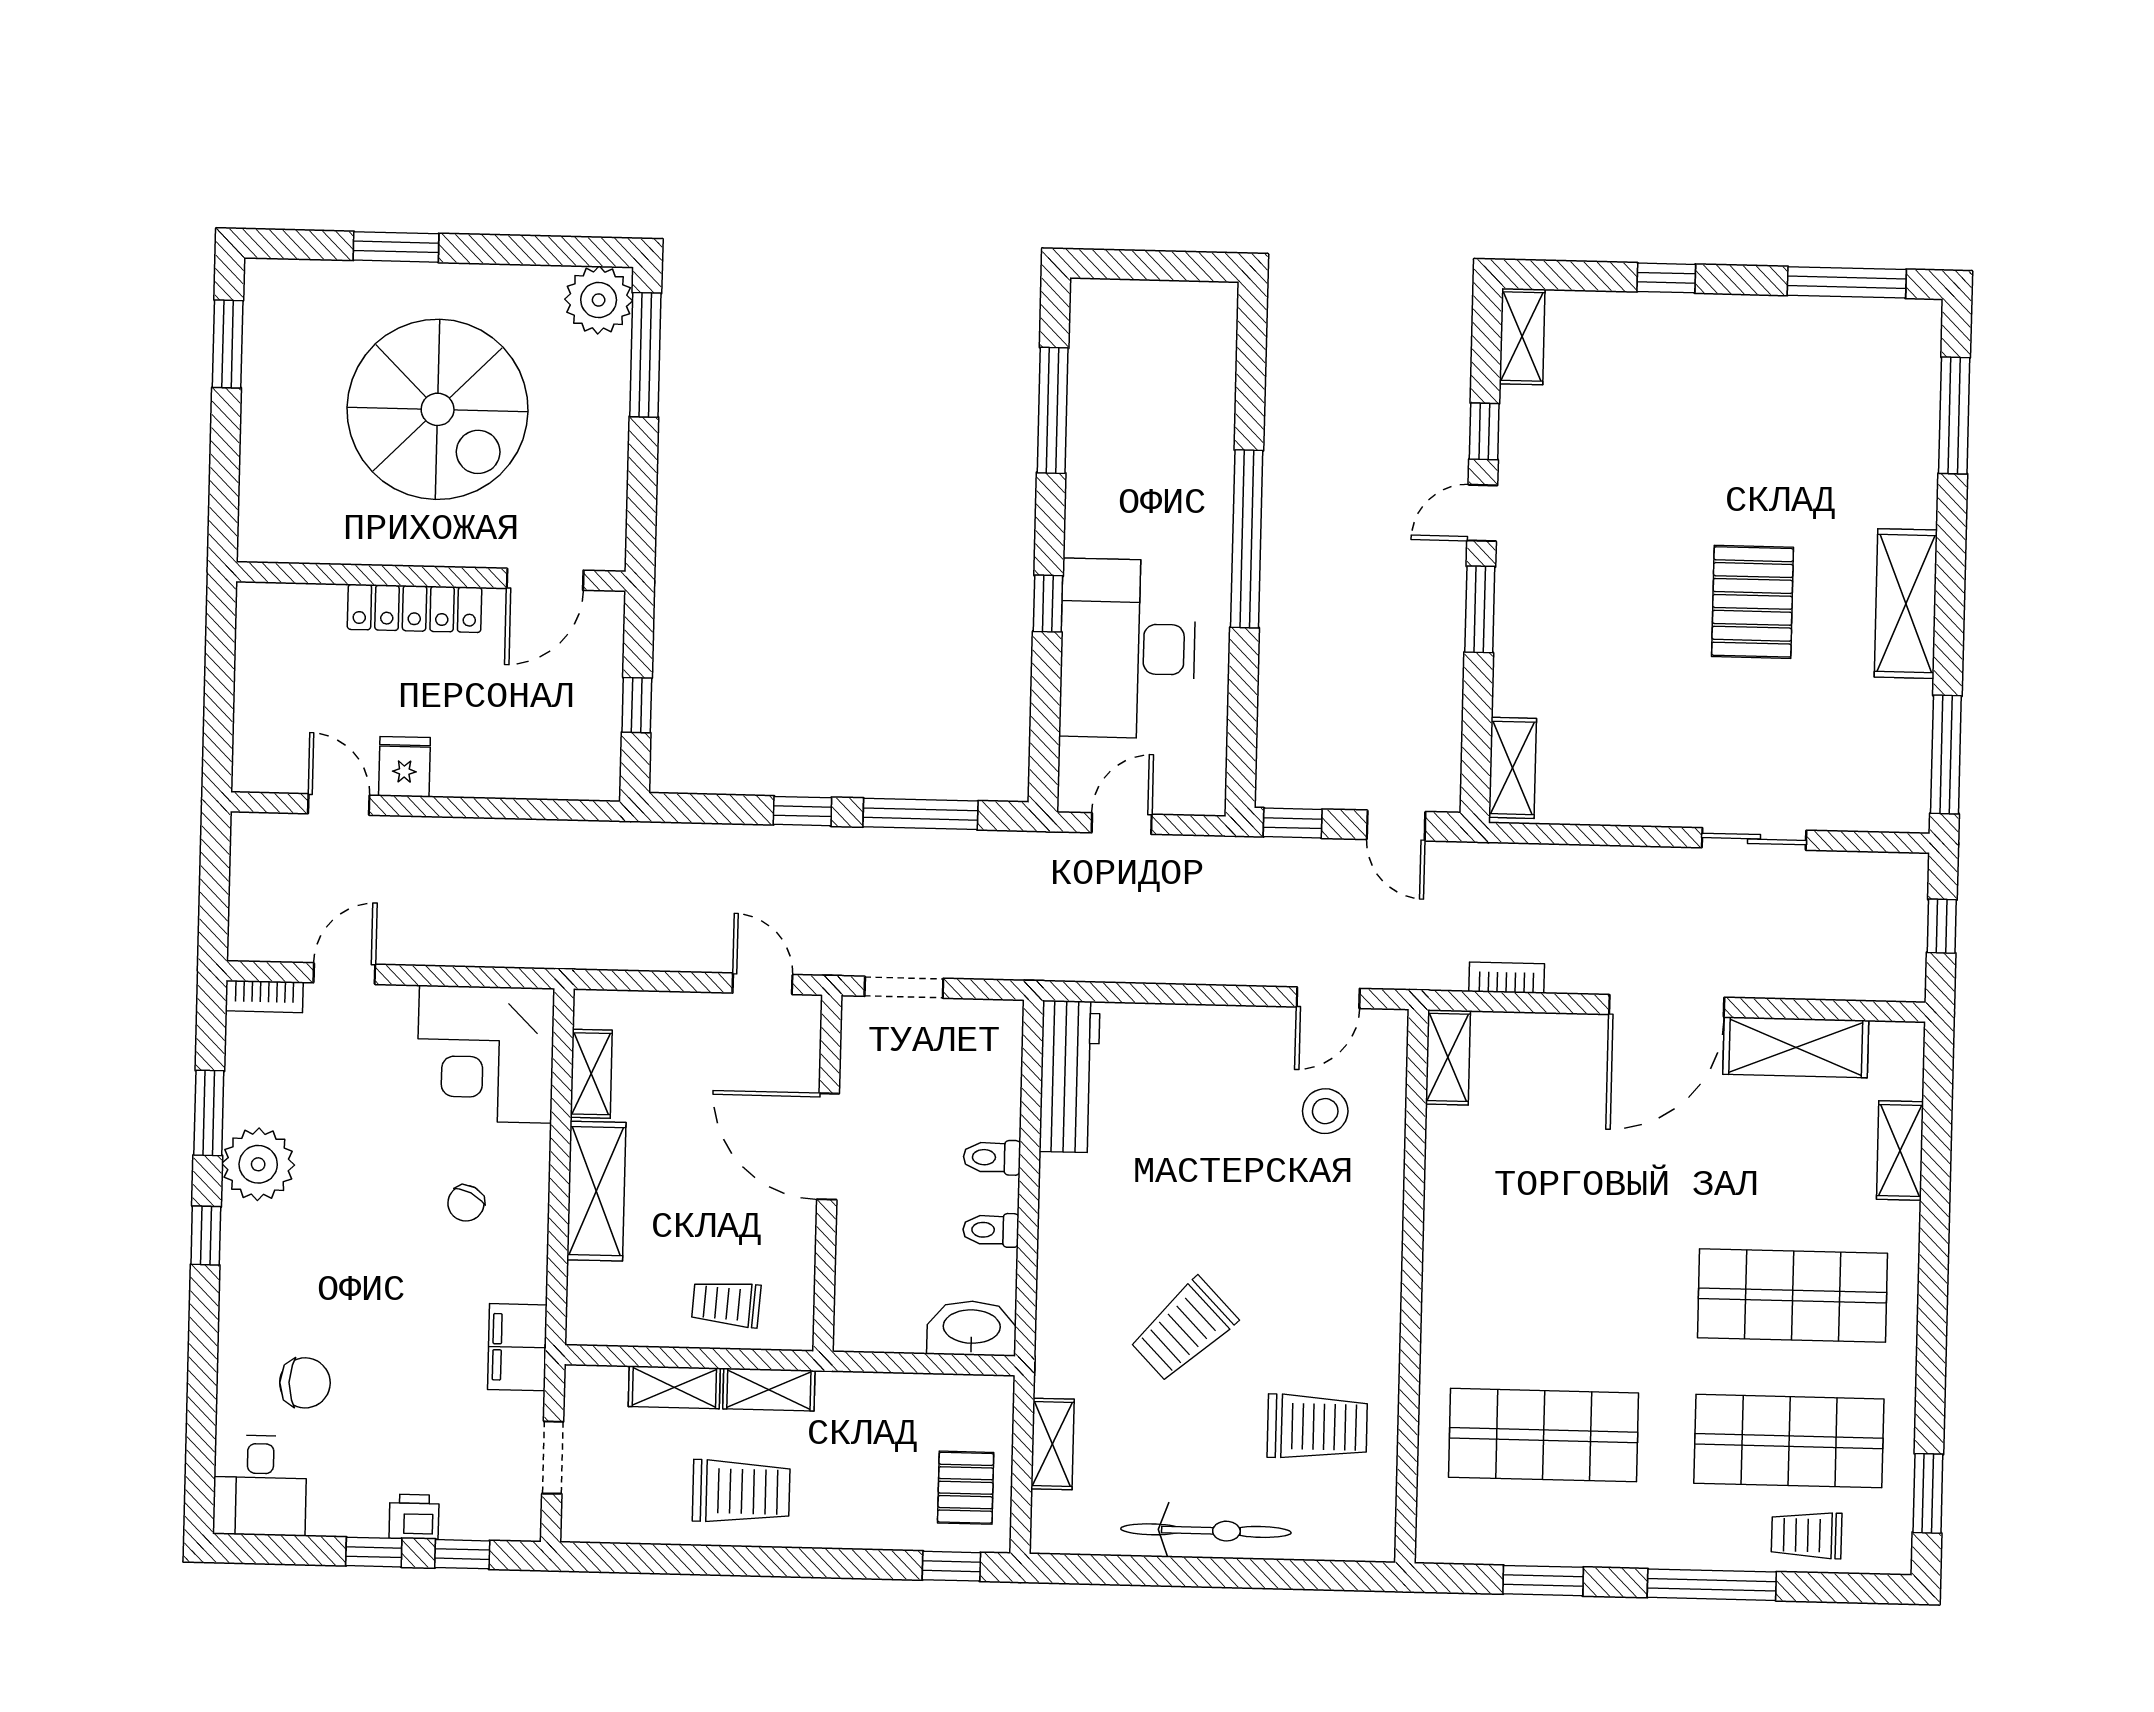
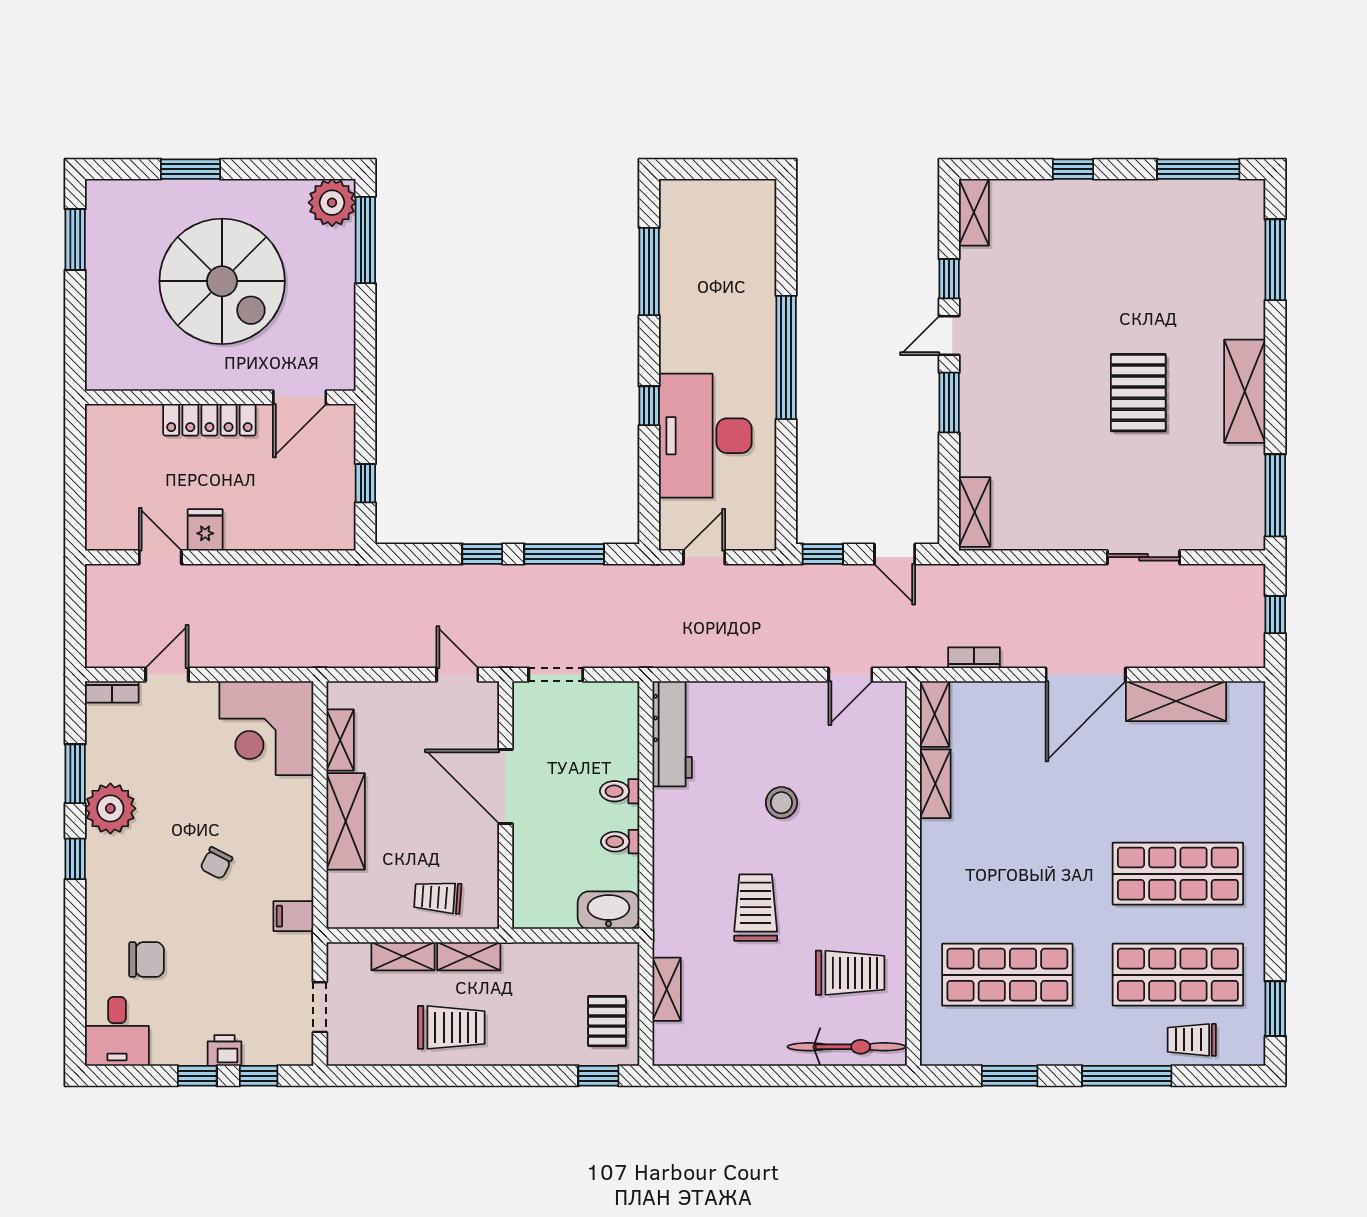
stool: (1325, 1111) -> (781, 803), moved
shelving: (1900, 1150) -> (935, 784), moved
chair: (466, 1203) -> (216, 863), moved
trolley: (1184, 1330) -> (756, 908), turned 134
filing cabinet: (517, 1347) -> (293, 916), width x0.50
bicycle: (1206, 1531) -> (846, 1047), moved

